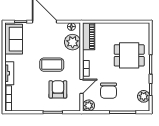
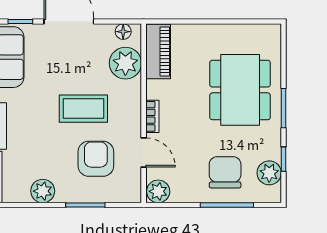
dining table: (129, 55) -> (240, 90), width x1.38
door: (82, 86) -> (144, 153), hinge flipped
chair: (108, 91) -> (225, 172), moved, turned 180
plant: (32, 105) -> (43, 191), added

